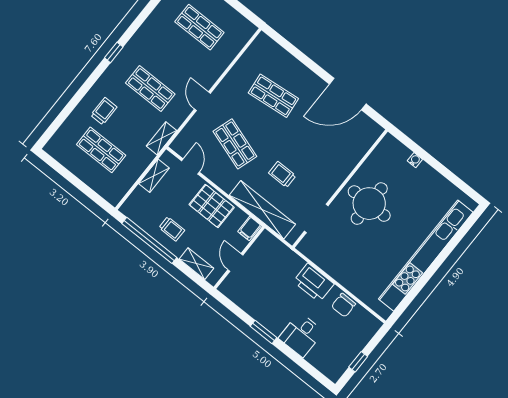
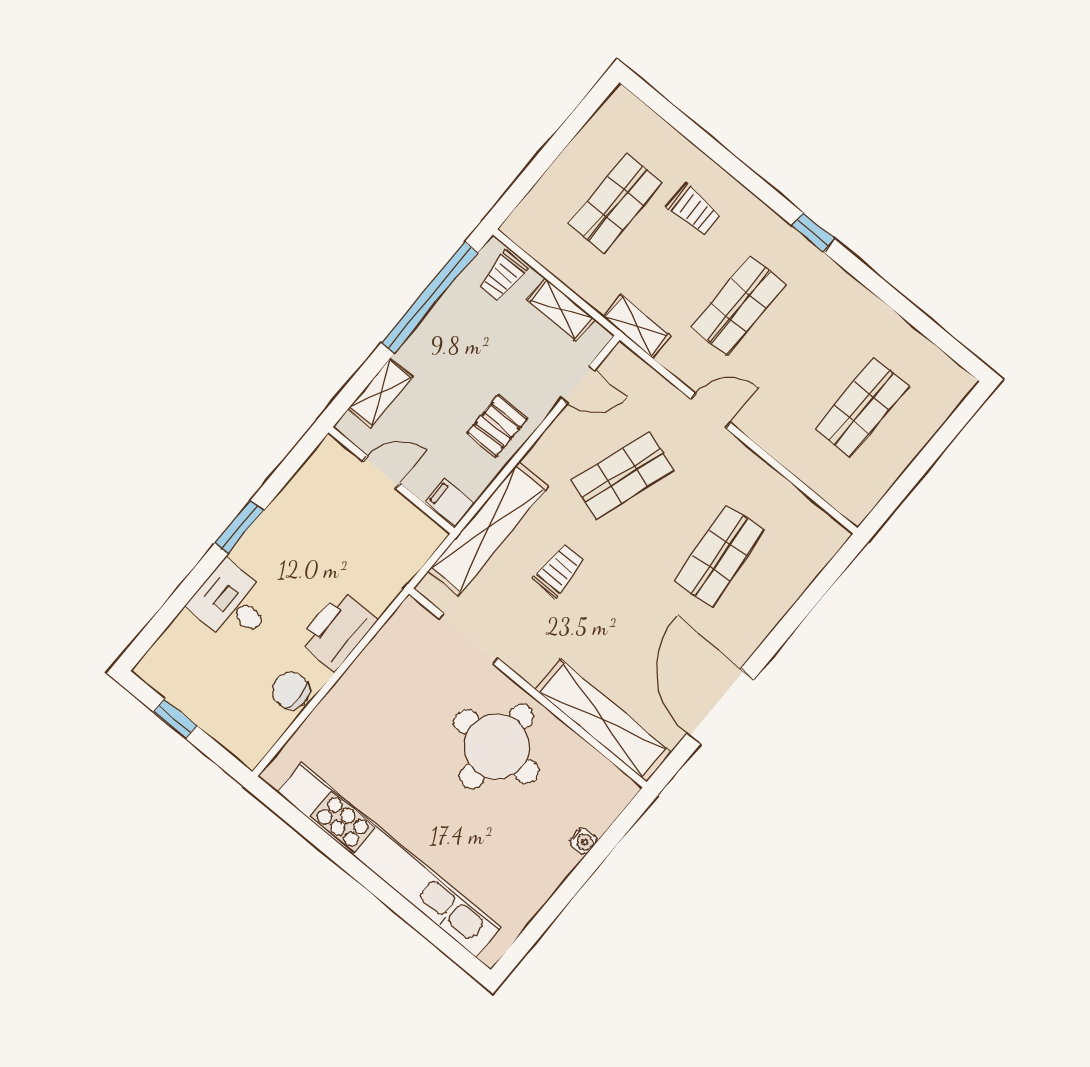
shelving: (355, 152) -> (603, 720), added
pallet: (212, 206) -> (497, 426), width x0.67, depth x0.71
trolley: (172, 229) -> (503, 276), moved

